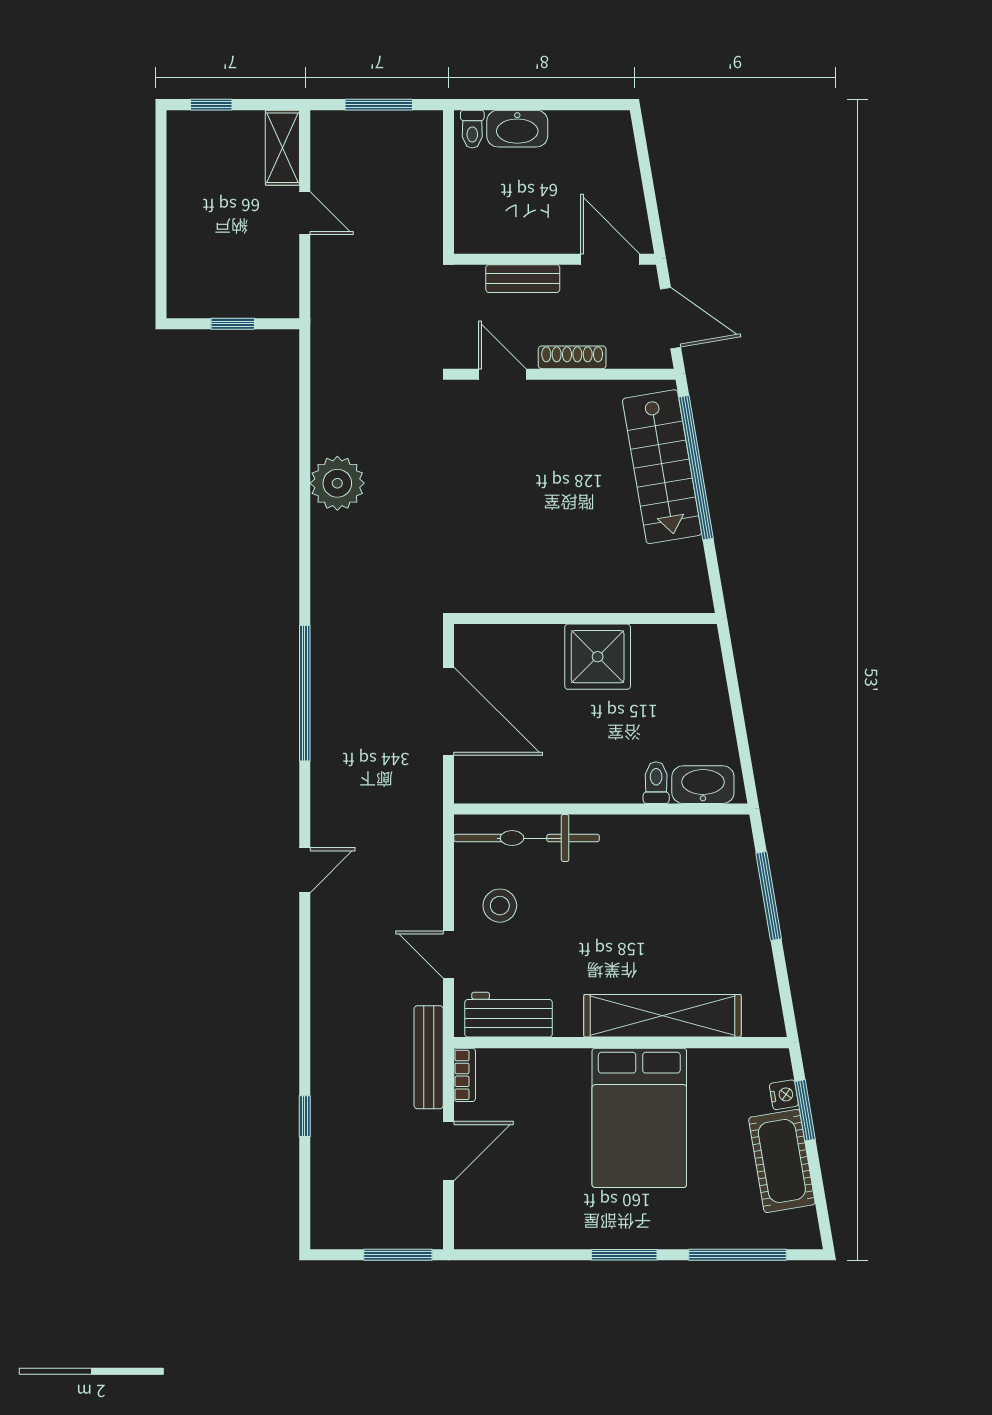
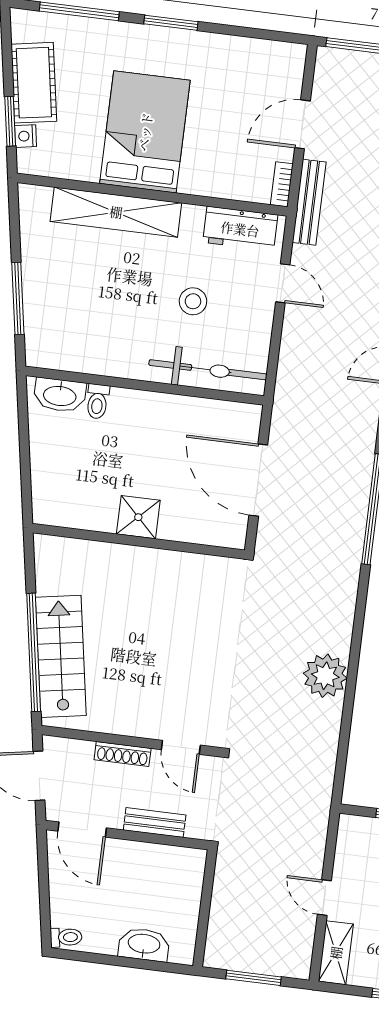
toilet: (472, 129) -> (66, 937), moved, turned 80
shower: (598, 657) -> (138, 517), width x0.73, depth x0.73
stool: (500, 906) -> (193, 301), moved

